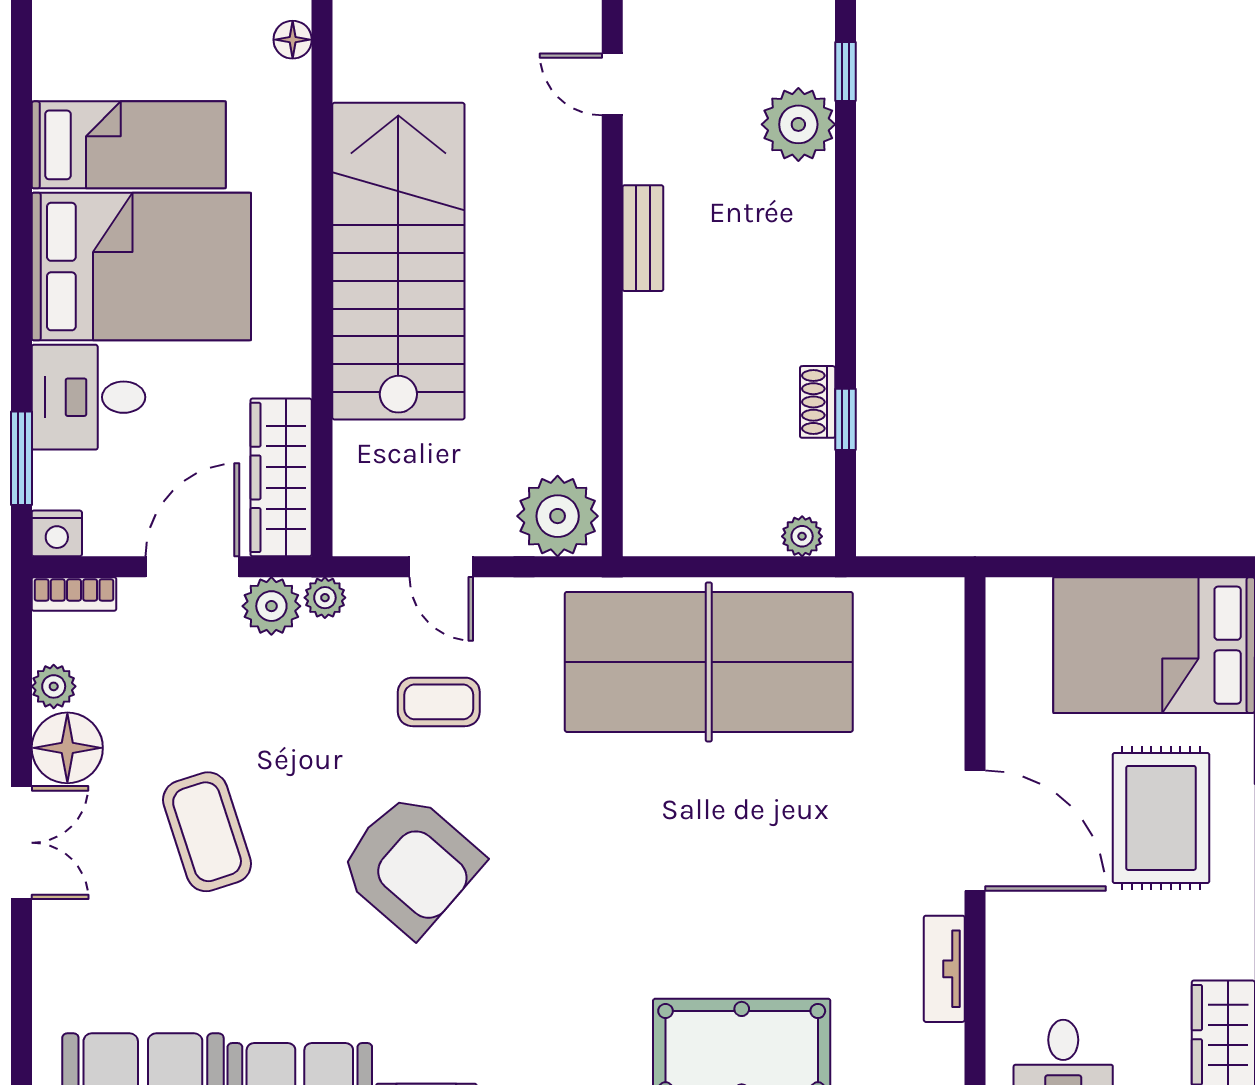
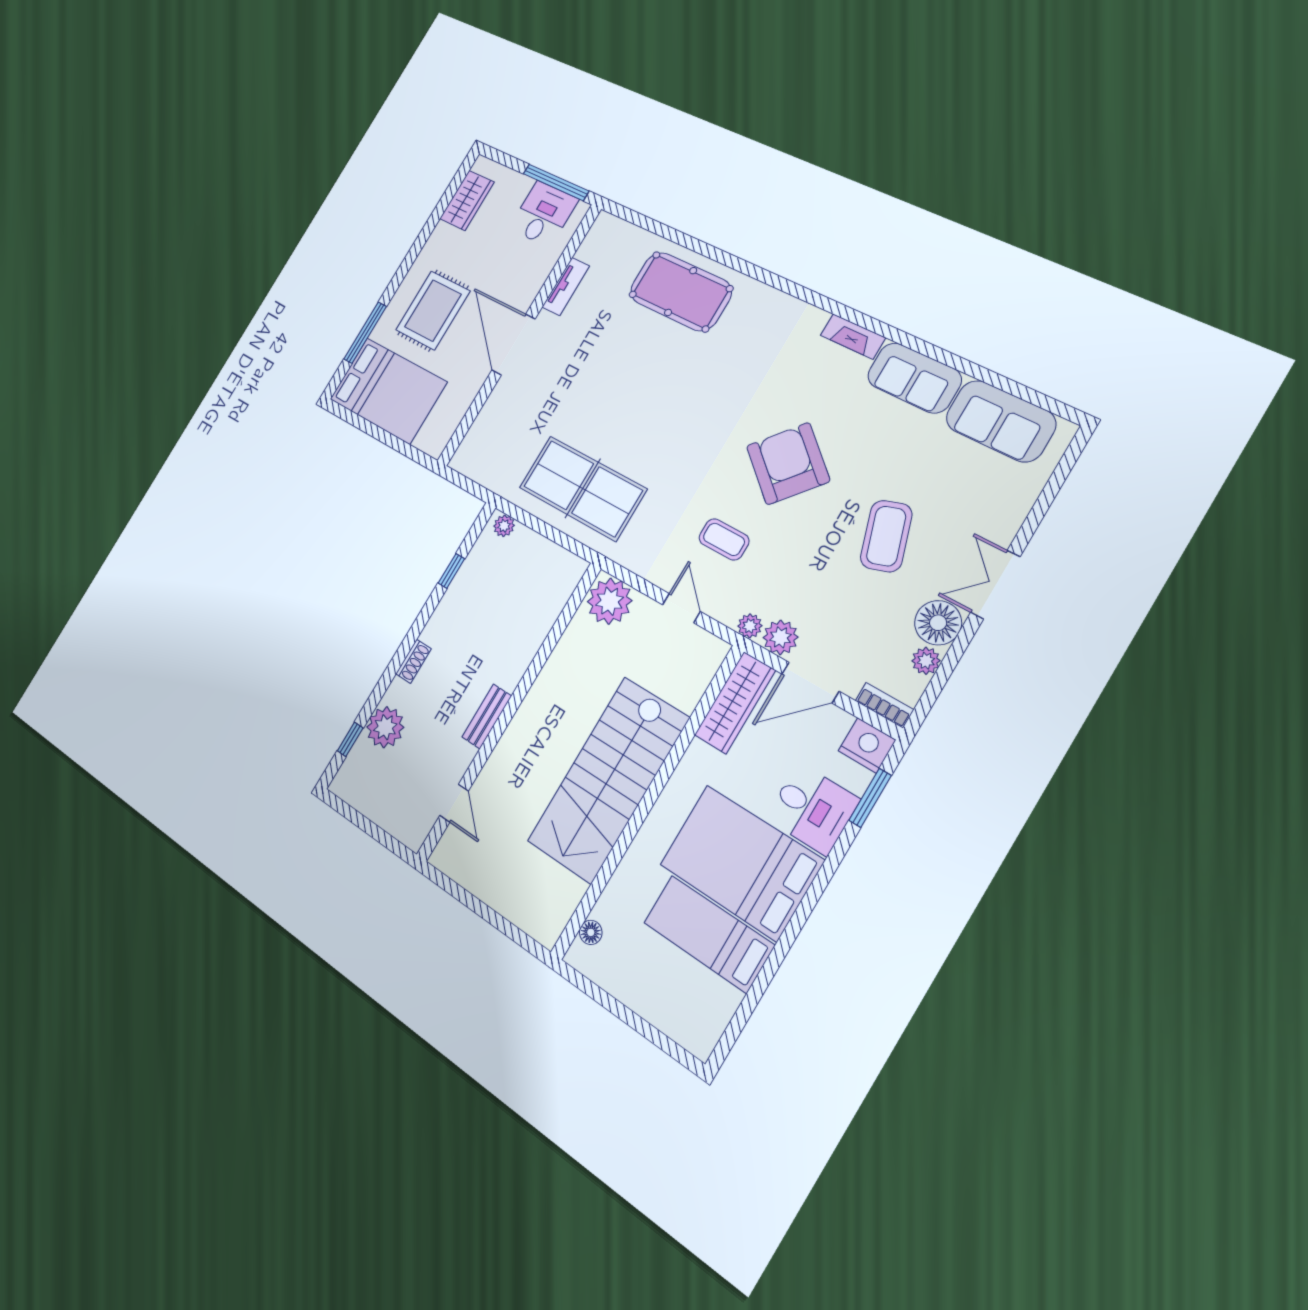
shoe rack: (818, 402) -> (413, 661), moved
nightstand: (57, 533) -> (867, 745), width x1.36, depth x1.33
table tennis table: (709, 662) -> (583, 488), width x0.73, depth x0.76

